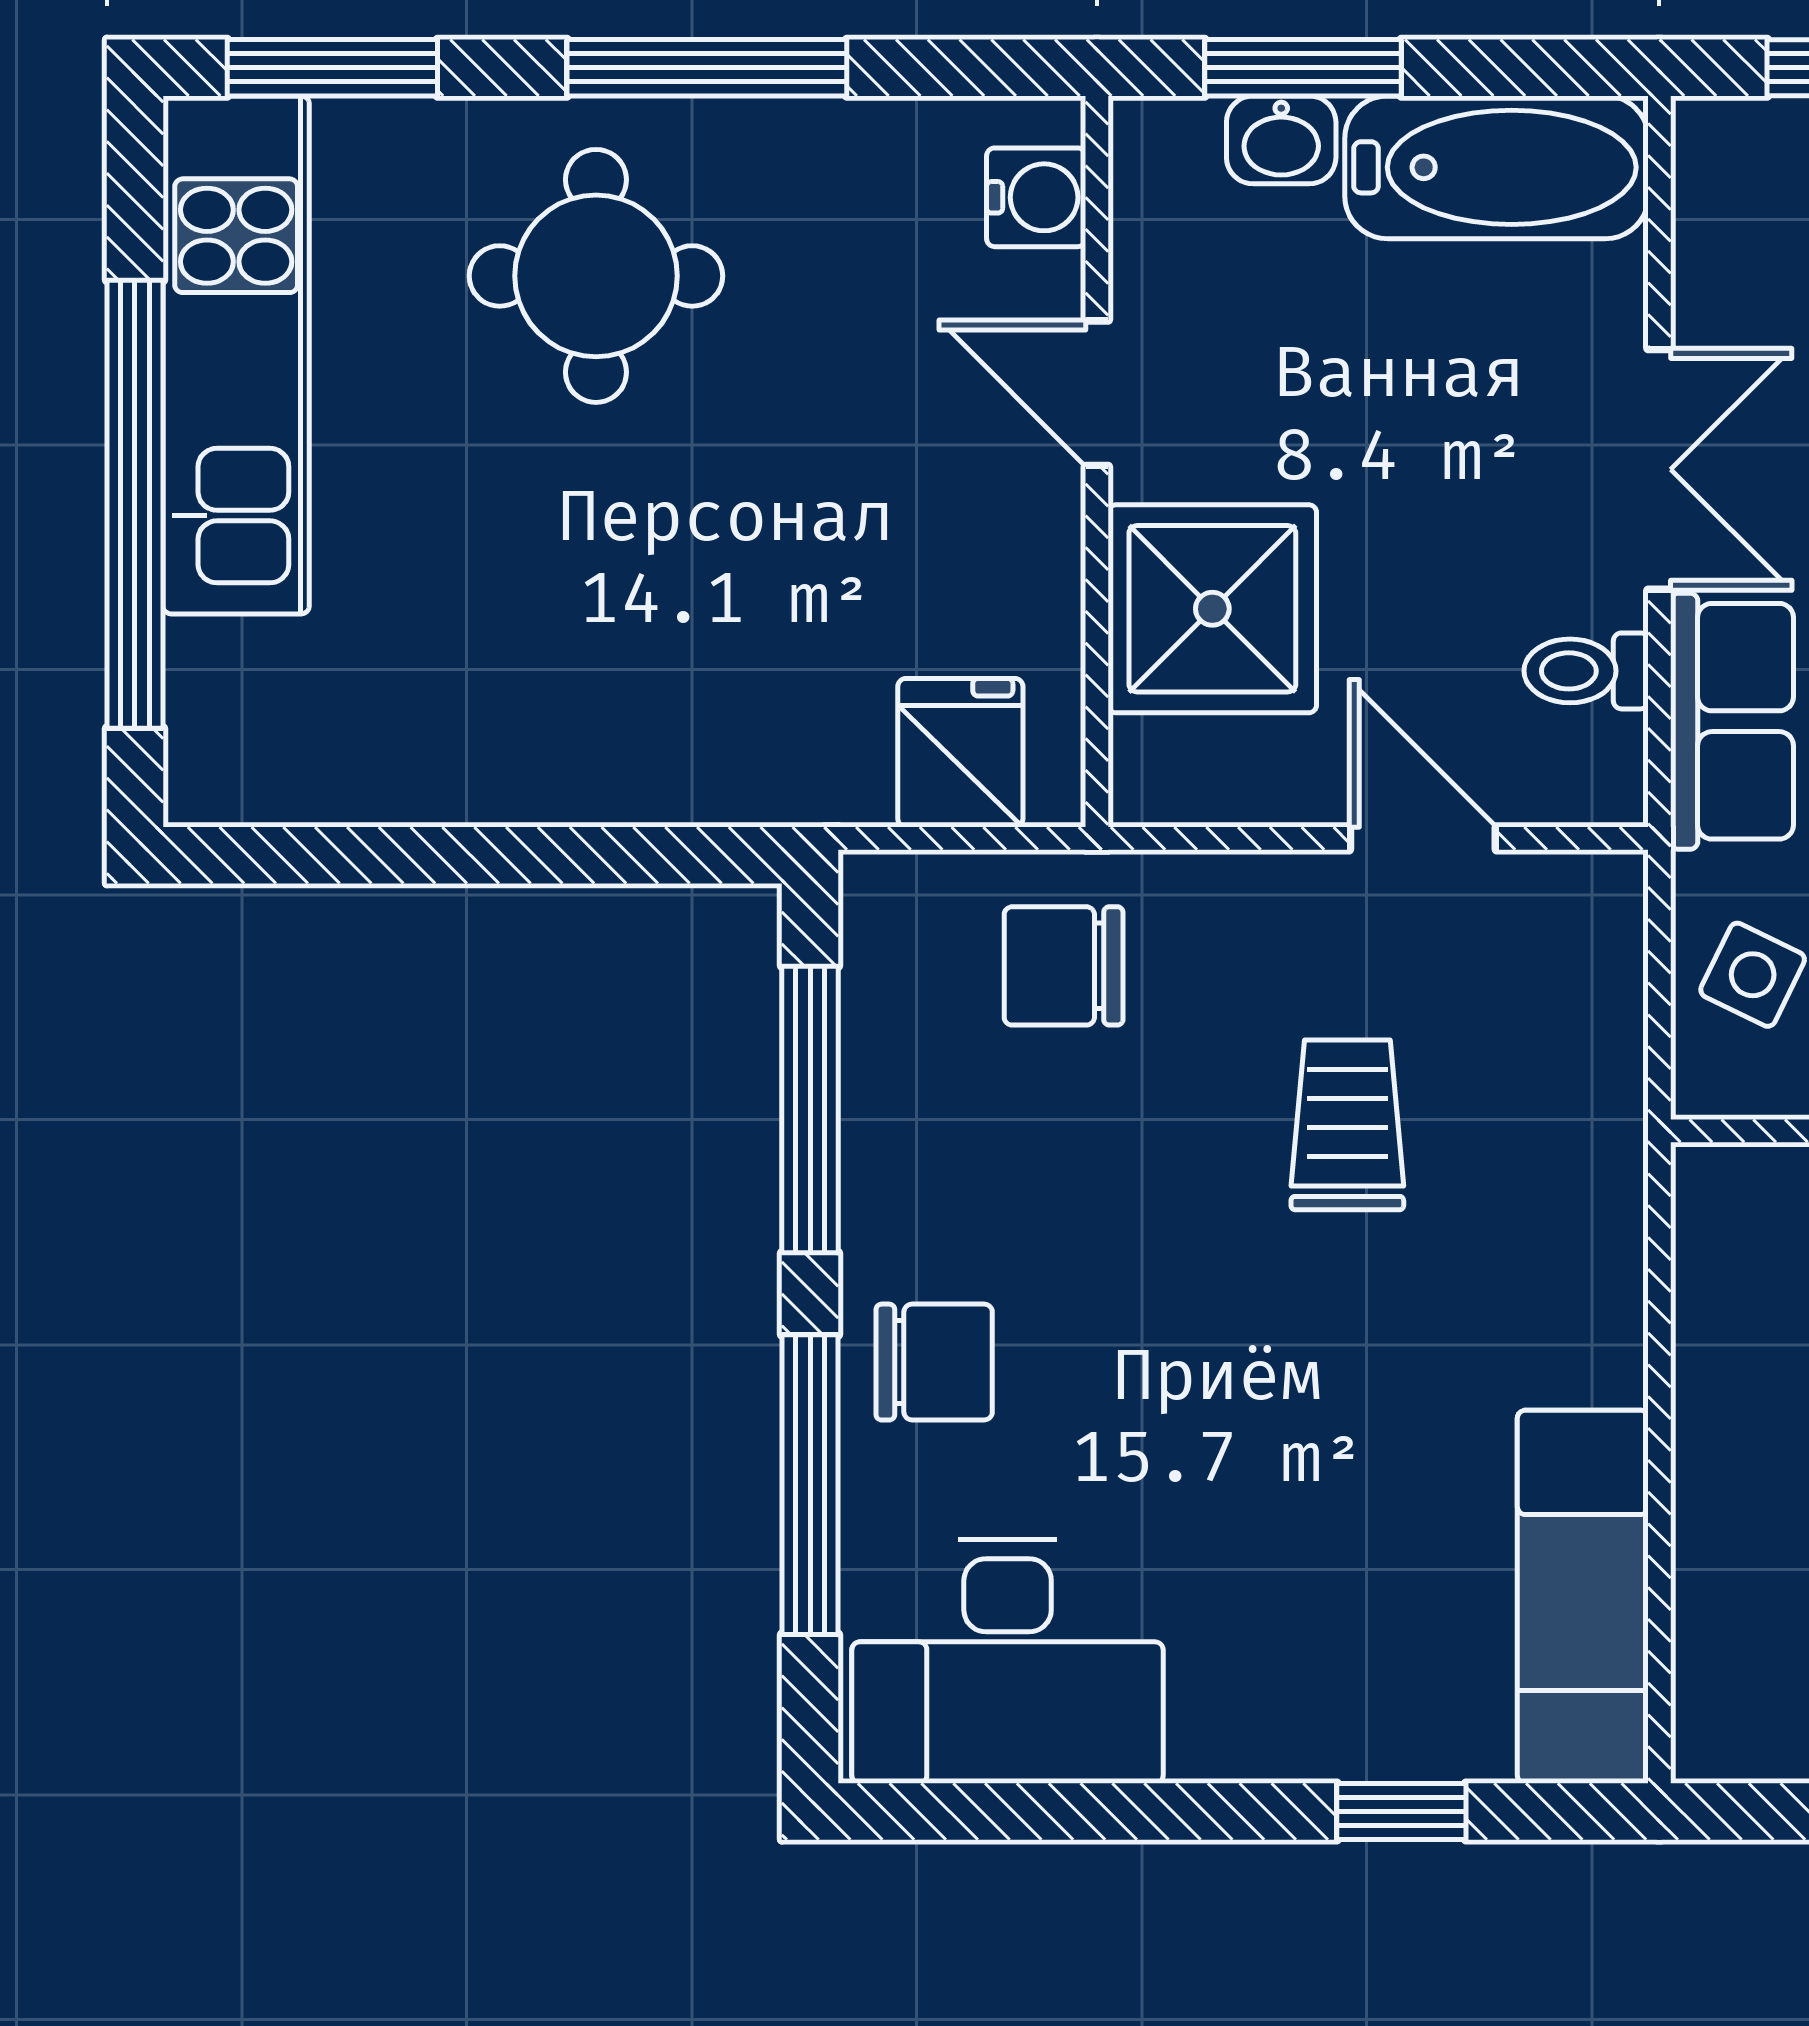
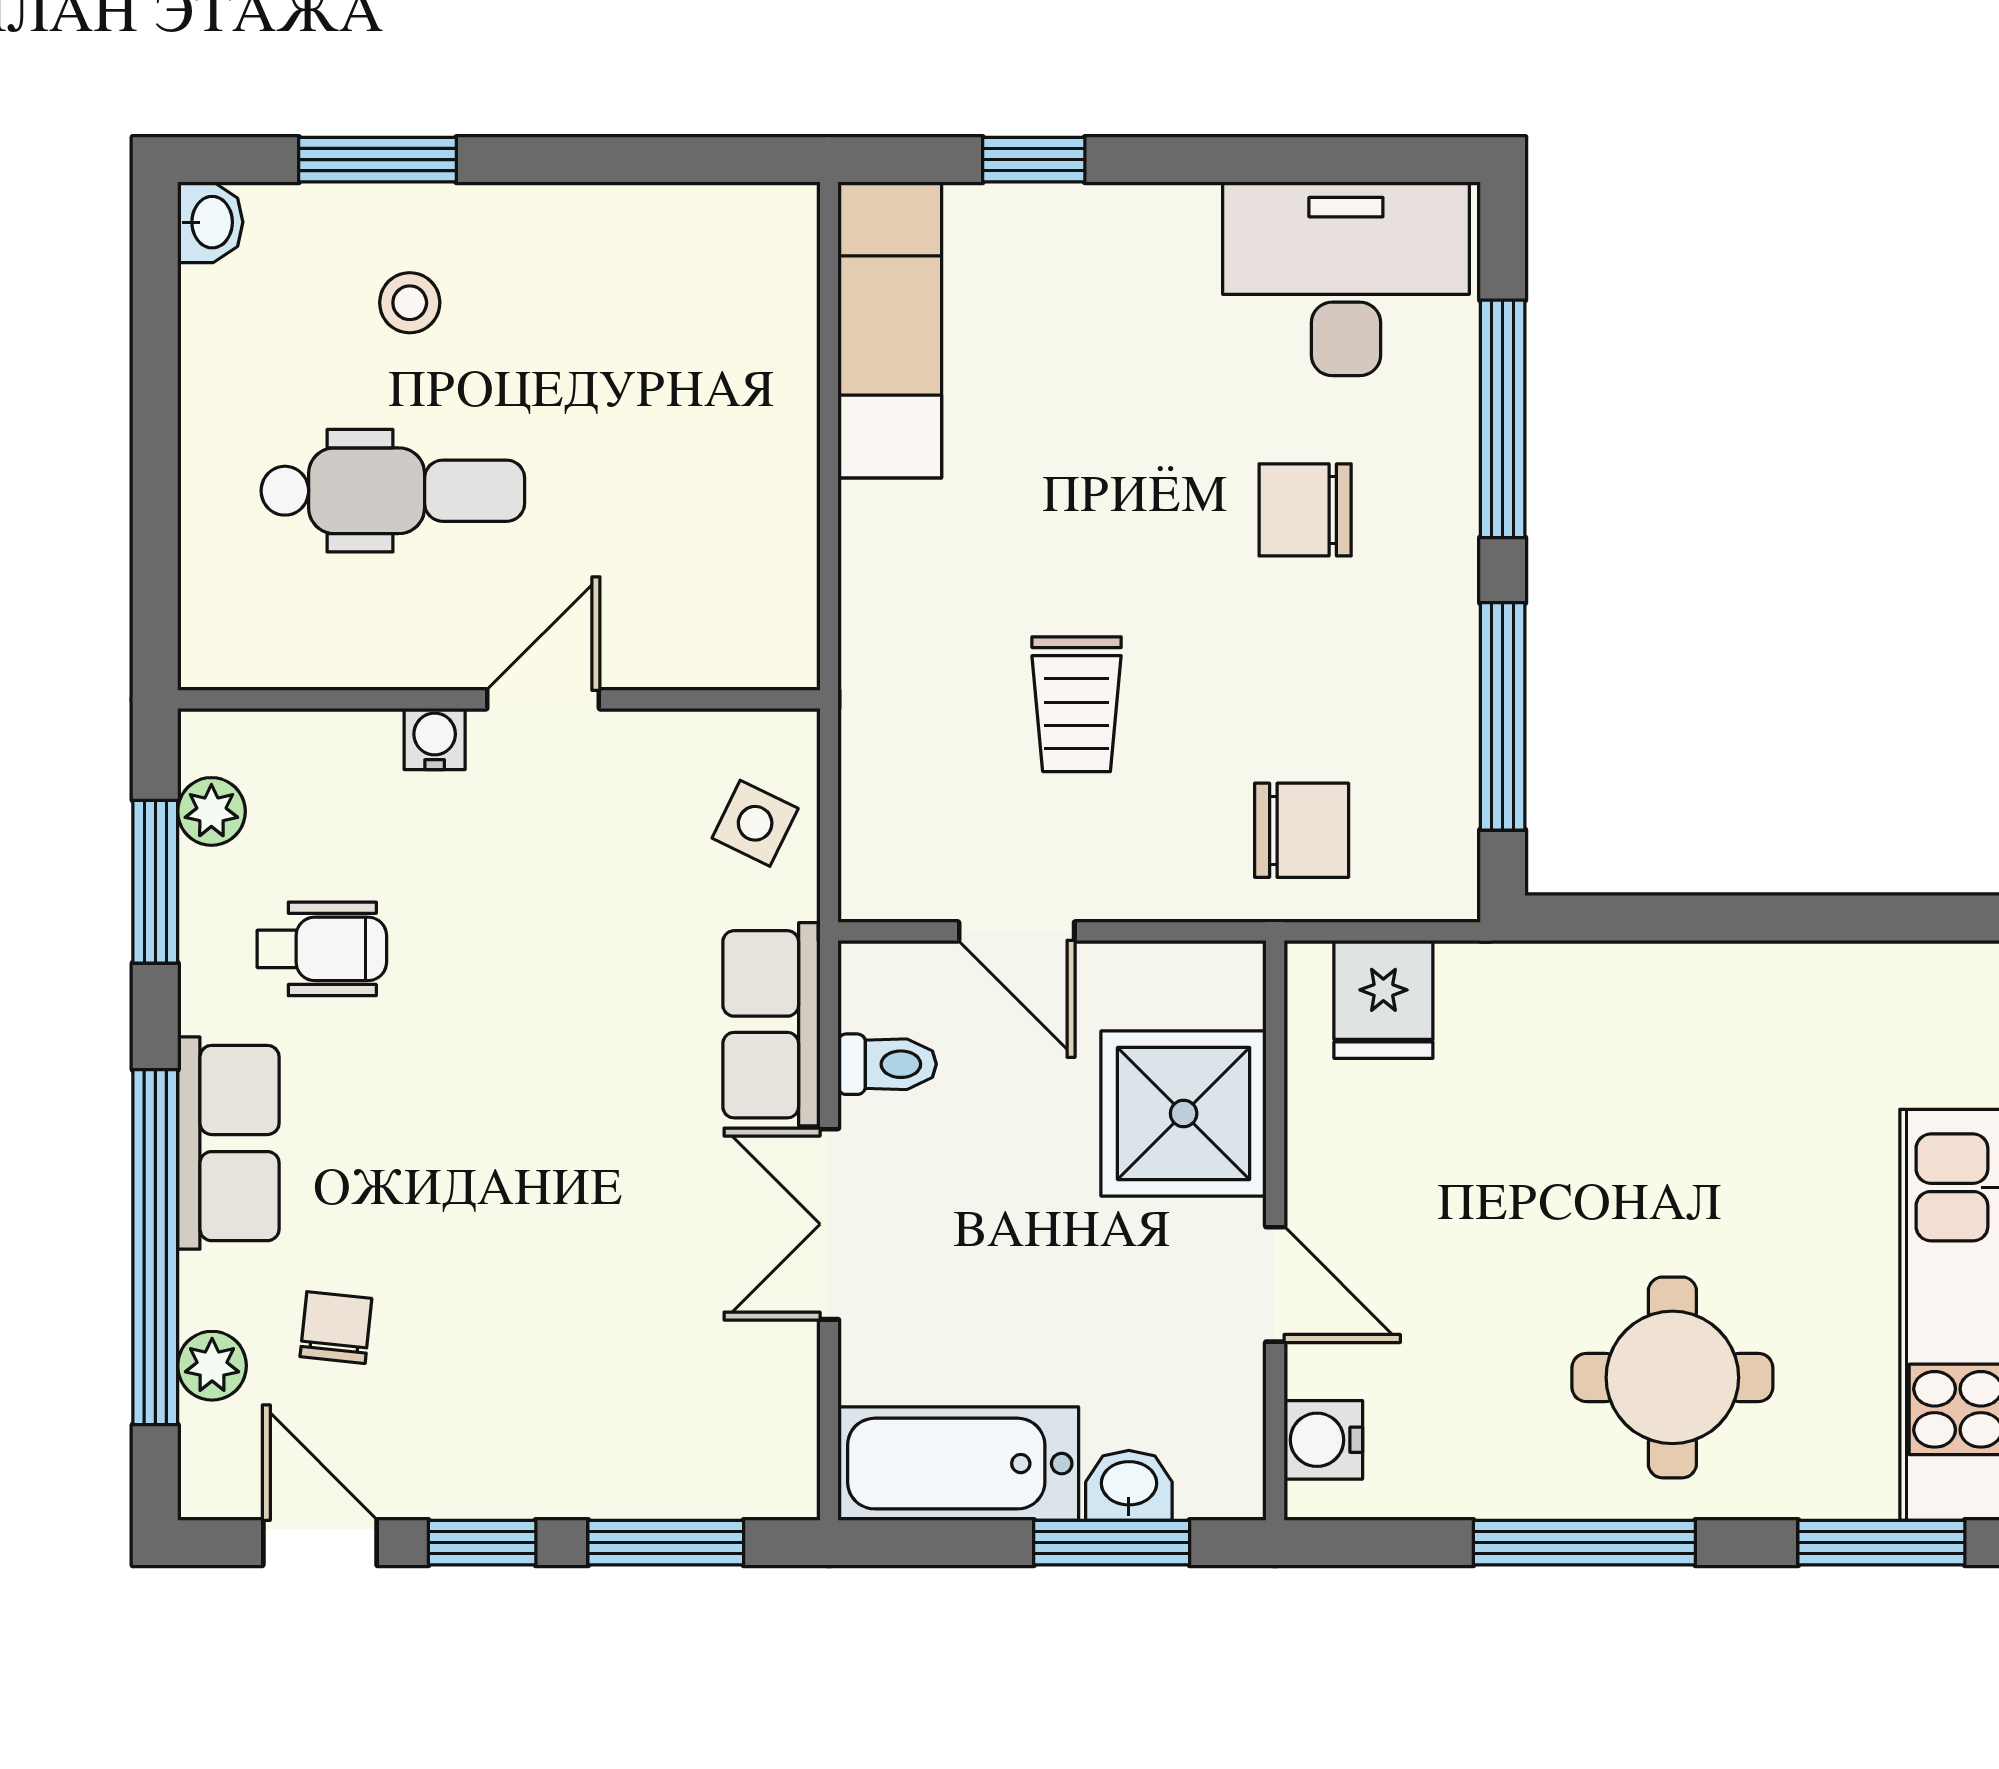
chair: (934, 1362) -> (1305, 510), moved

